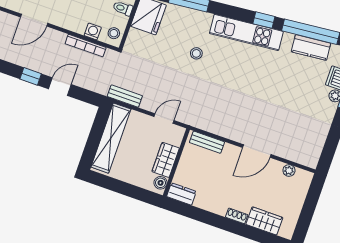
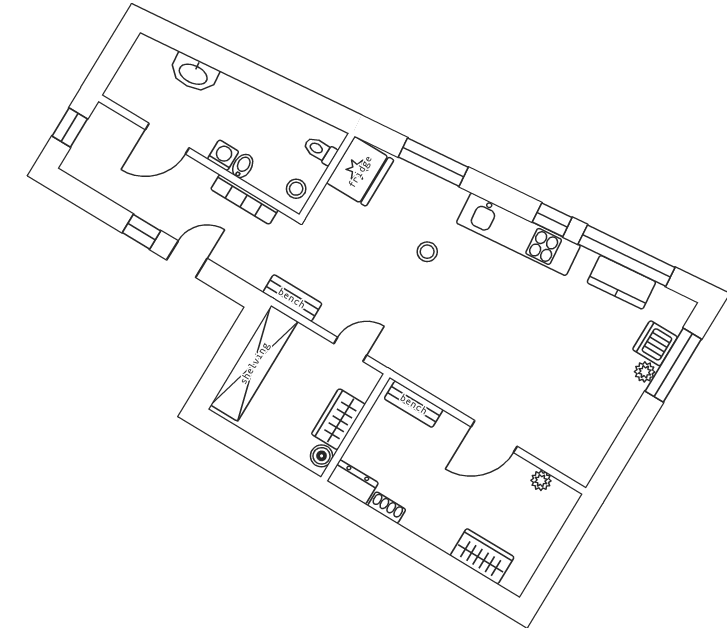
bidet: (81, 27) -> (243, 166), added
washing machine: (93, 31) -> (223, 155), moved
shoe rack: (237, 216) -> (387, 508), moved

